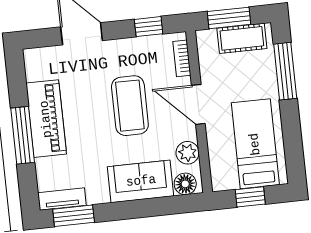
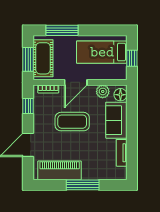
cot: (242, 38) -> (43, 58), width x1.37, depth x1.34
piano: (46, 119) -> (60, 170), moved
tv unit: (62, 199) -> (122, 153), moved
window: (74, 216) -> (132, 161), removed

